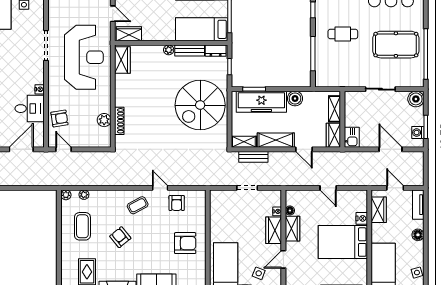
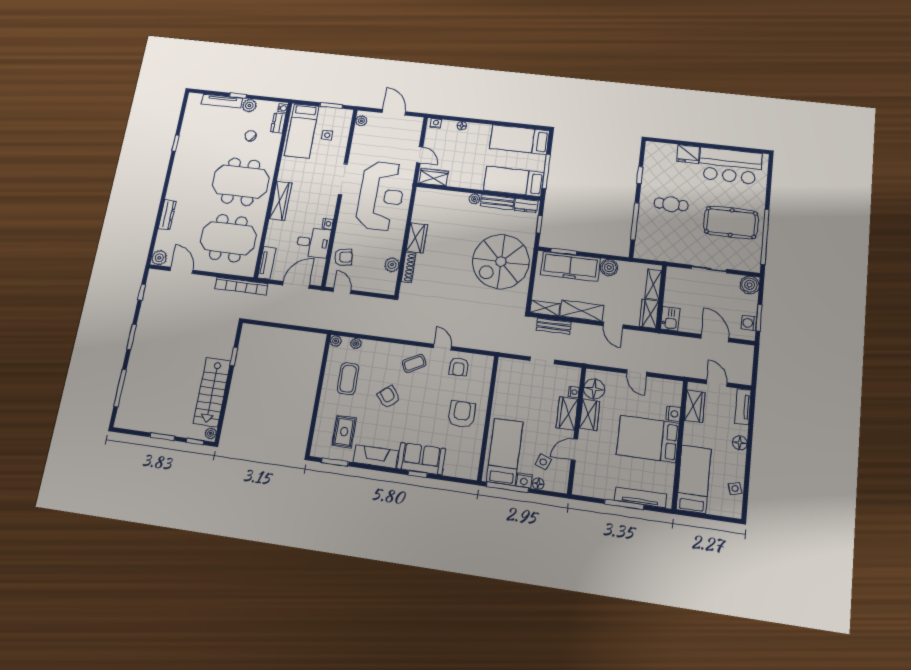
wardrobe: (122, 60) -> (417, 238), moved
floor lamp: (290, 211) -> (594, 389), width x1.89, depth x1.89
armchair: (185, 243) -> (462, 414), turned -90

